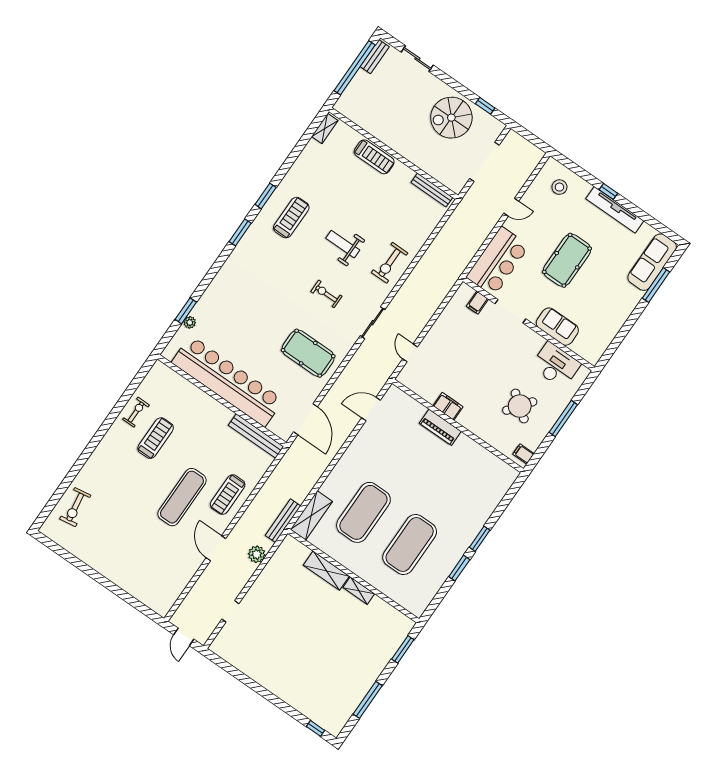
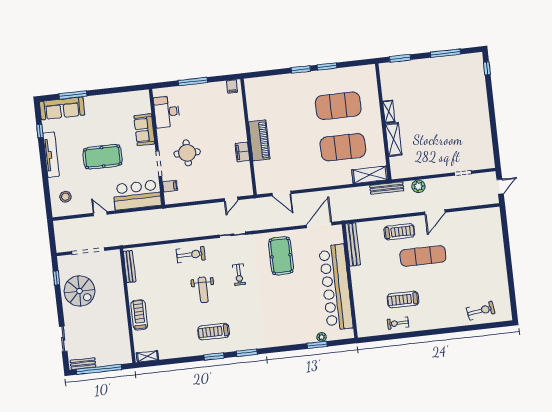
window: (608, 191) -> (40, 131), moved
round table: (520, 406) -> (187, 153), moved, turned -37
piano: (440, 427) -> (259, 140), width x1.37, depth x1.33

